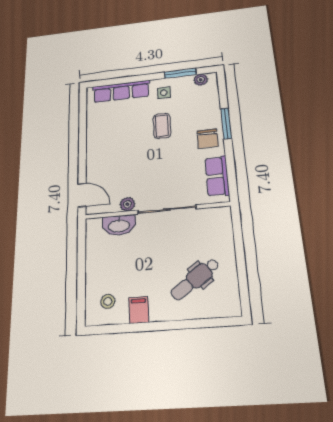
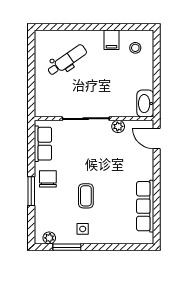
row of seats: (121, 91) -> (145, 206), moved, turned -90
washbasin: (119, 225) -> (145, 104), moved, turned -90

